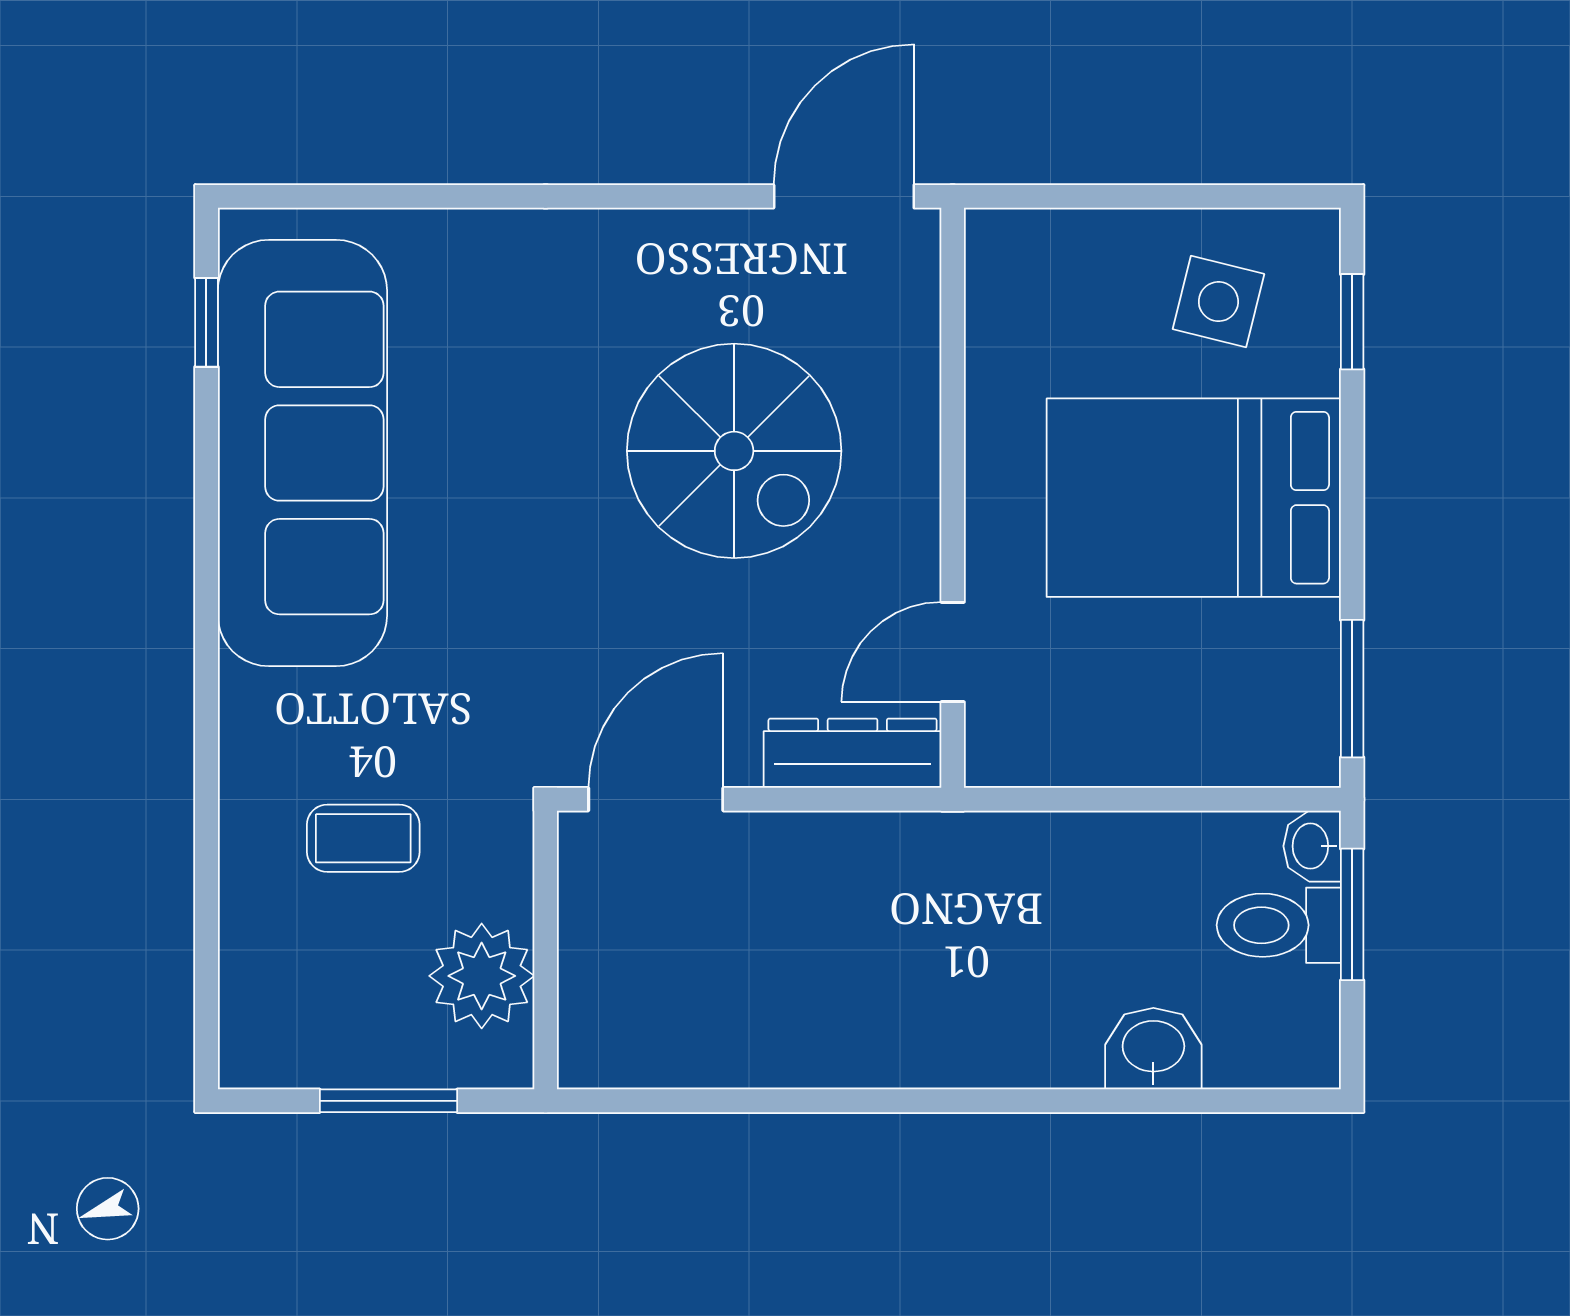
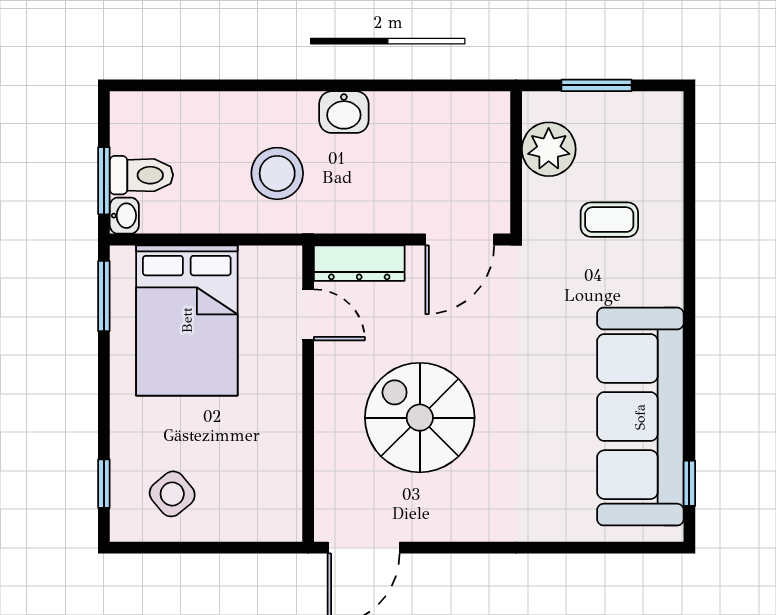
side table: (1218, 302) -> (172, 494), turned 36
bed: (1194, 498) -> (187, 320), moved, turned 90
door: (953, 652) -> (308, 315), hinge flipped
stool: (1013, 929) -> (277, 173), added
washbasin: (1153, 1049) -> (344, 112), moved

